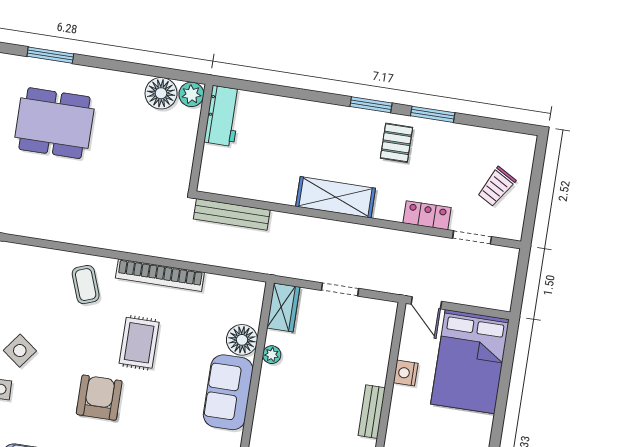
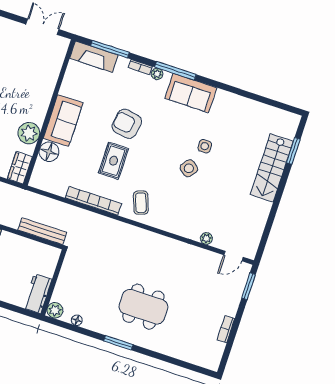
window: (50, 55) -> (118, 343), moved
floor lamp: (161, 93) -> (77, 320), width x0.53, depth x0.53
plant: (272, 355) -> (29, 133), width x1.88, depth x1.88
armchair: (99, 398) -> (127, 124), moved, turned 99

